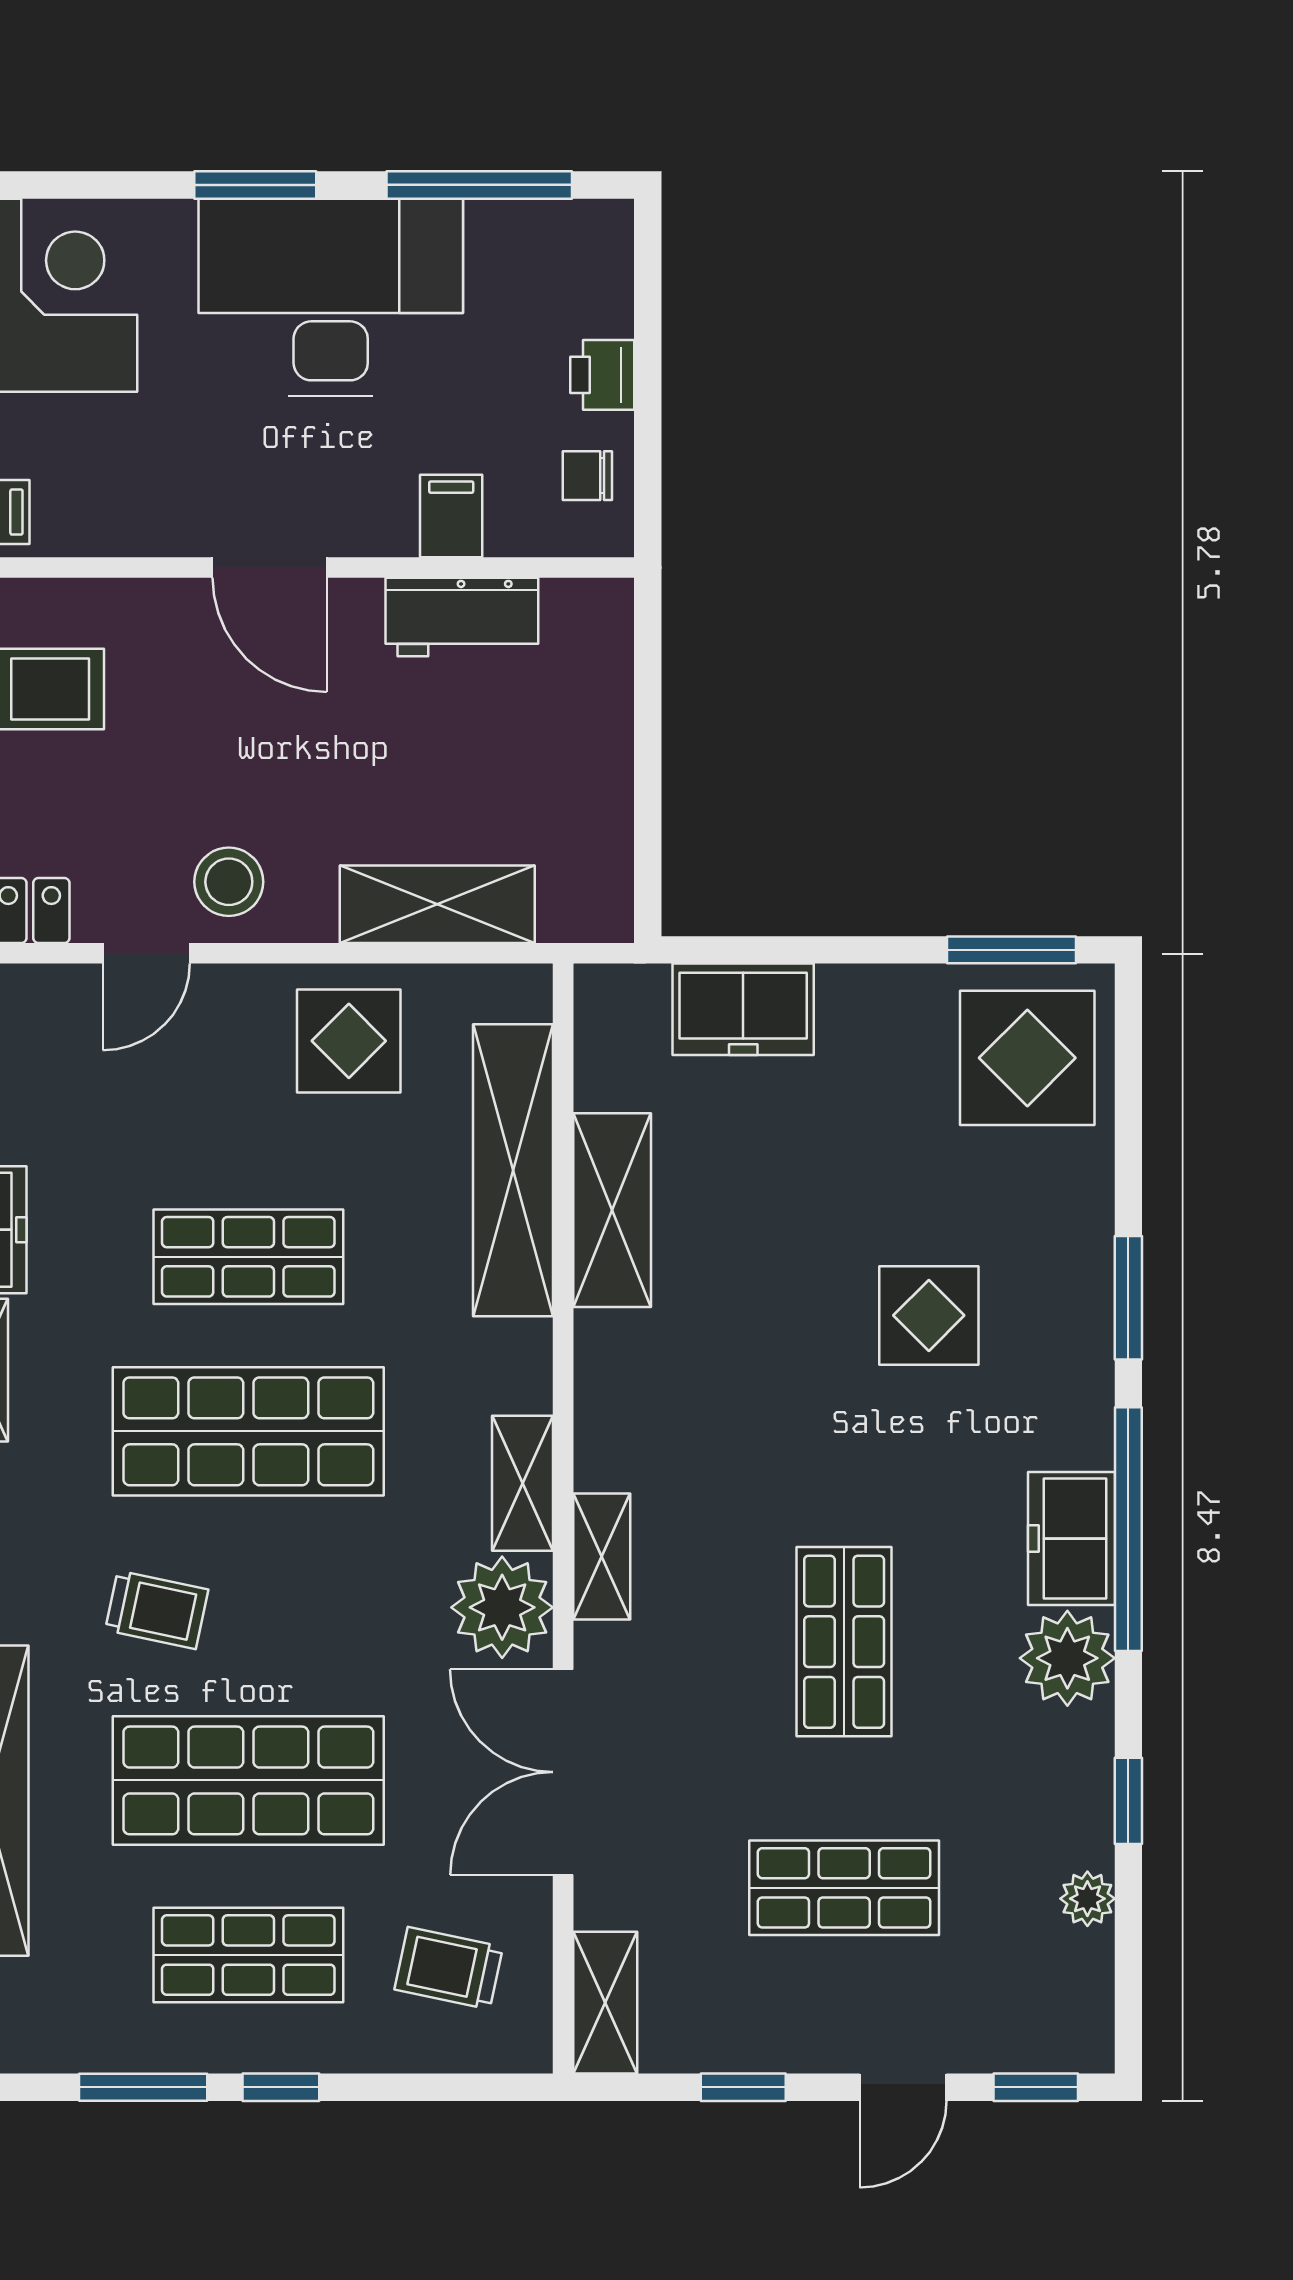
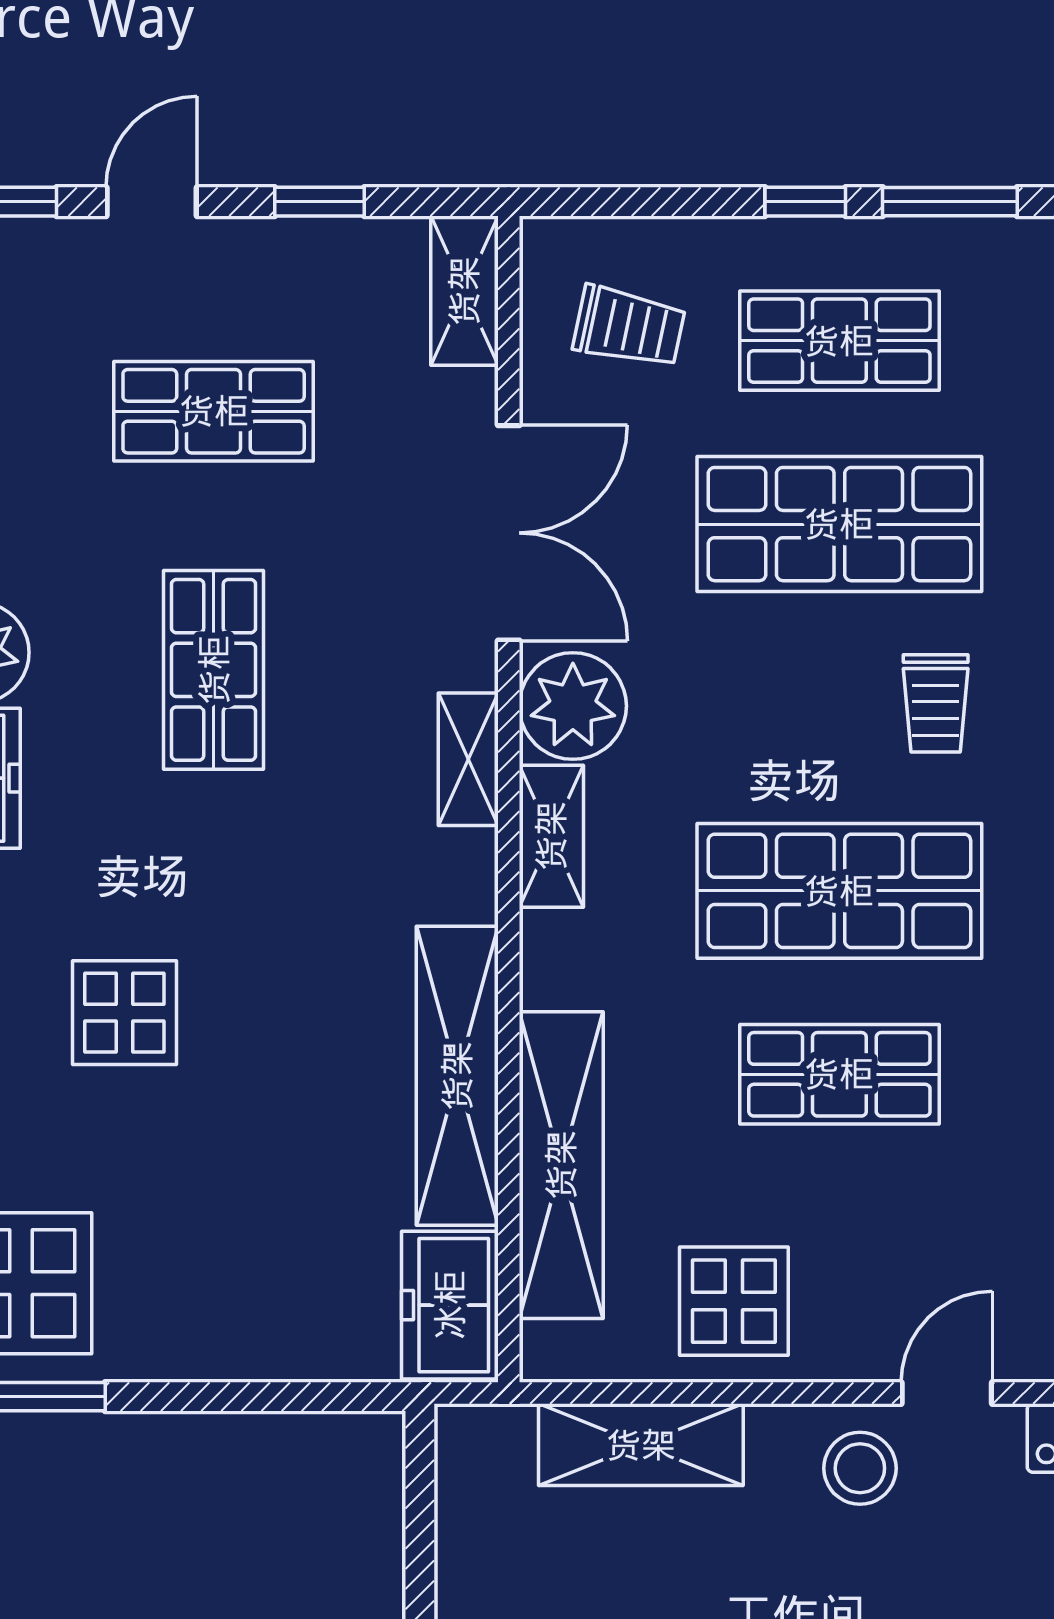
freezer: (743, 1009) -> (450, 1305), moved, turned -90
shelving: (612, 1210) -> (457, 1076), width x1.47
trolley: (157, 1610) -> (936, 703), turned -102

